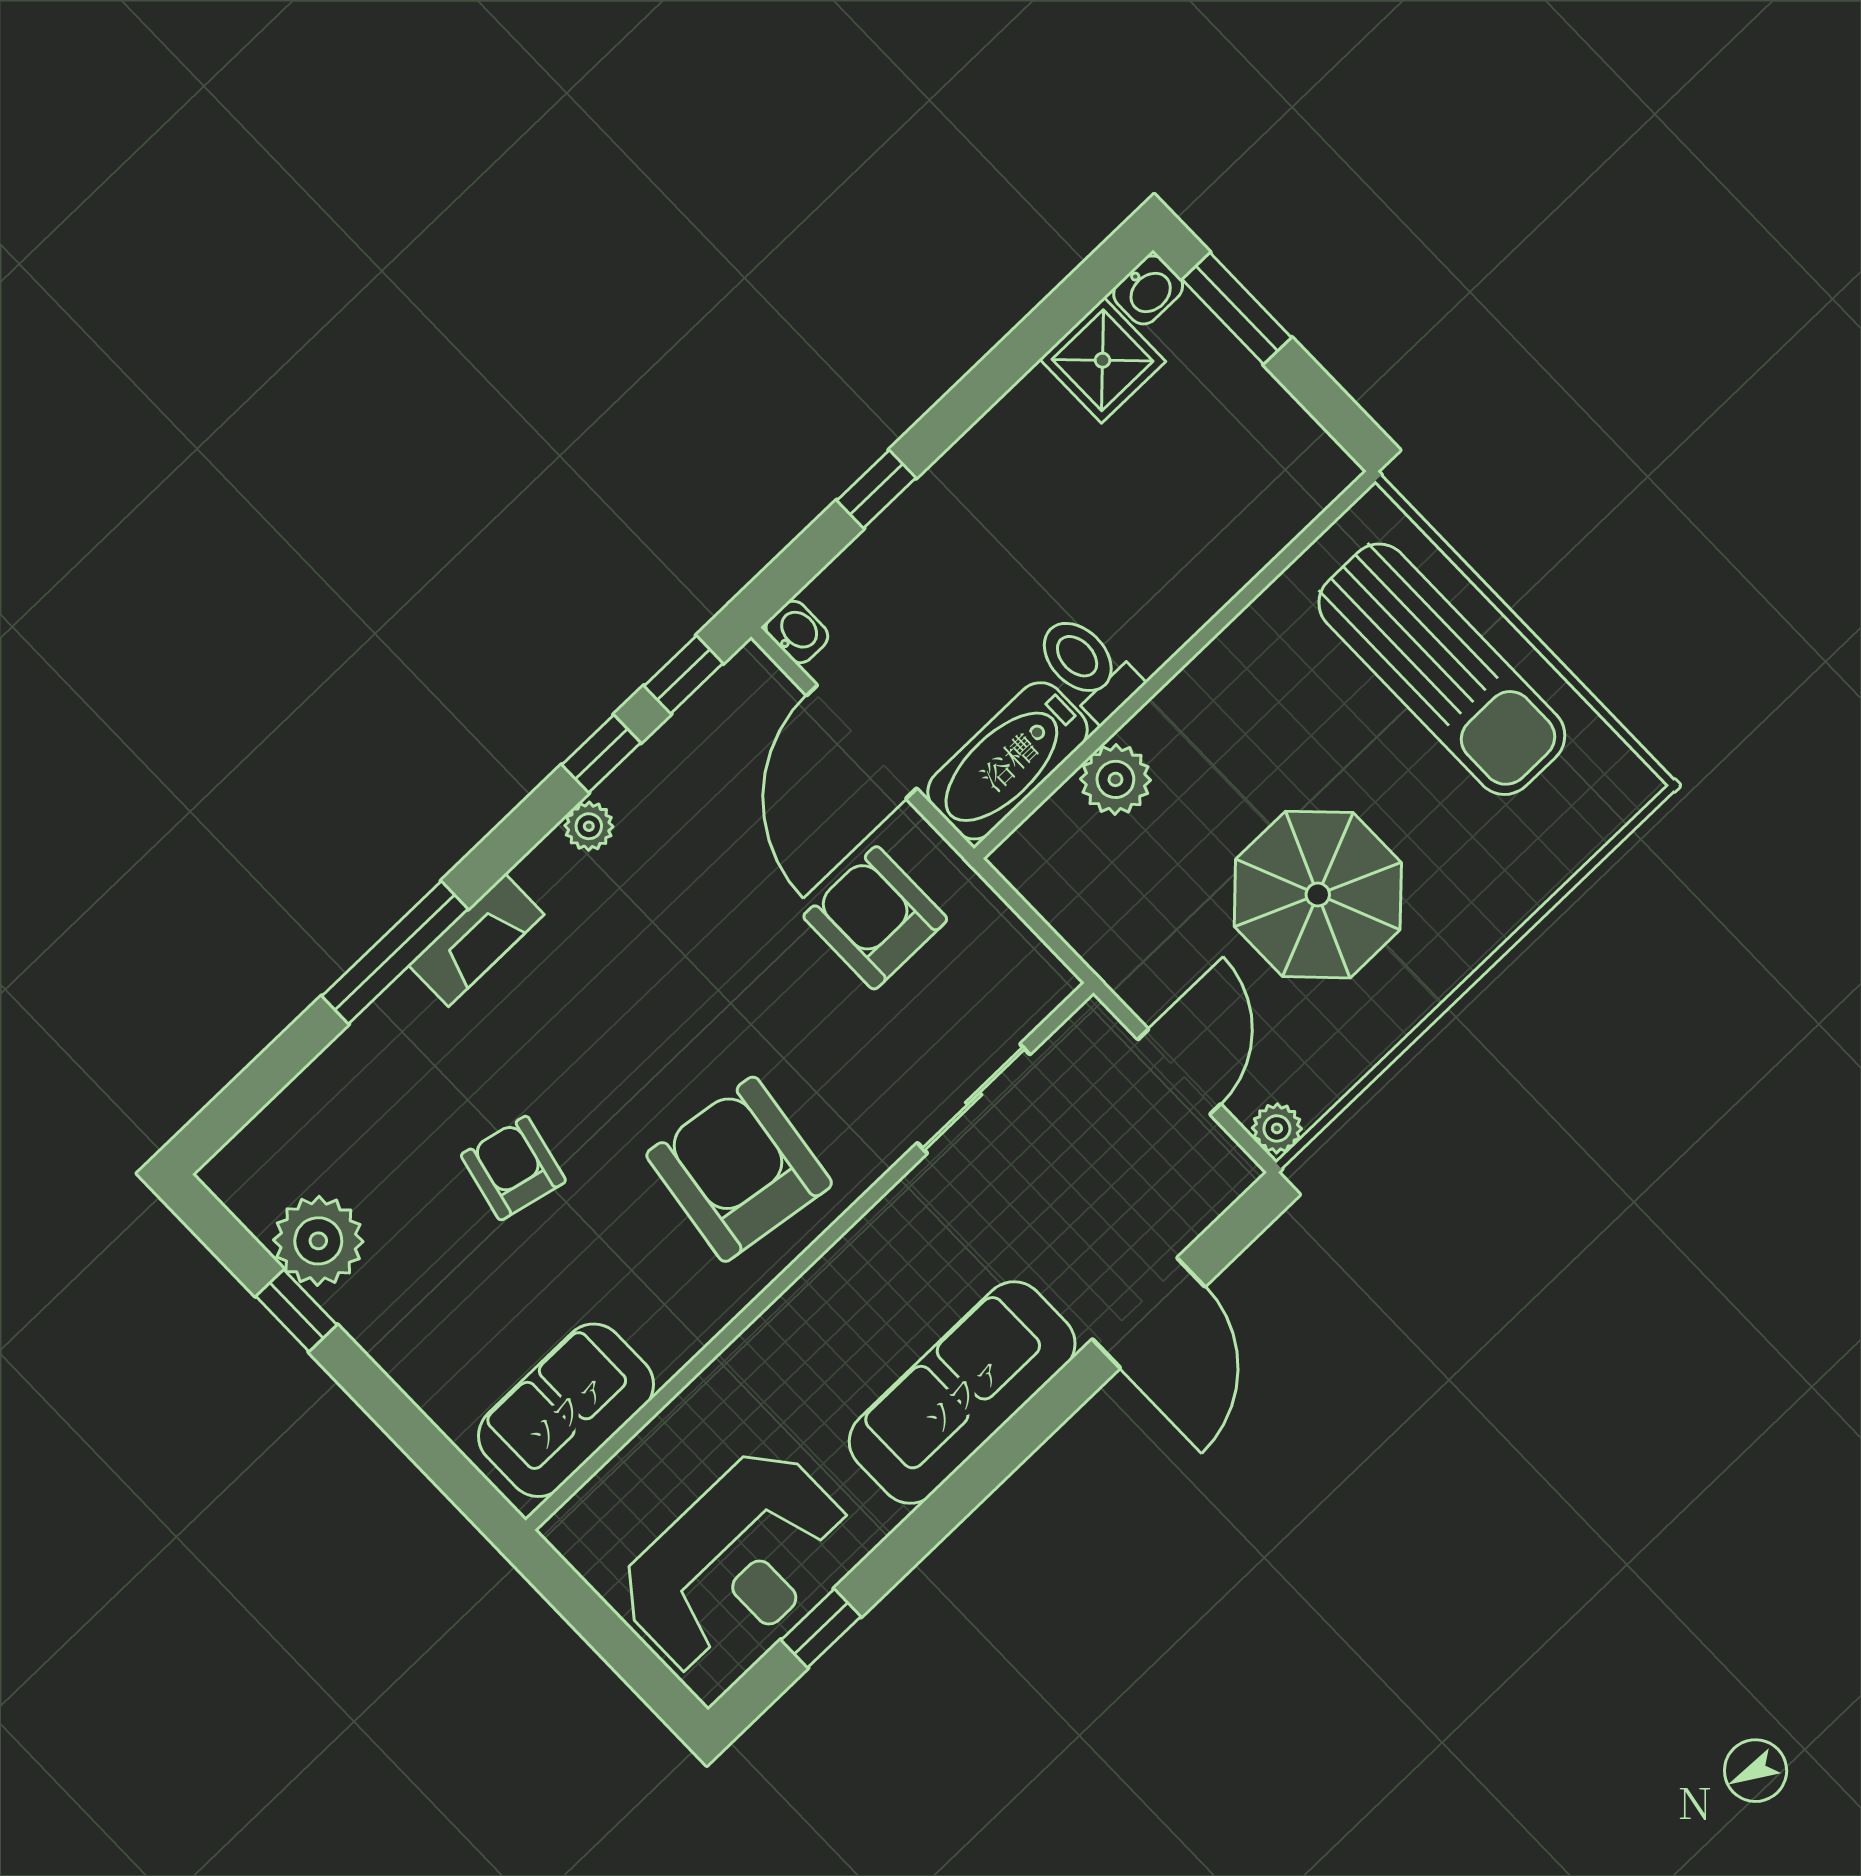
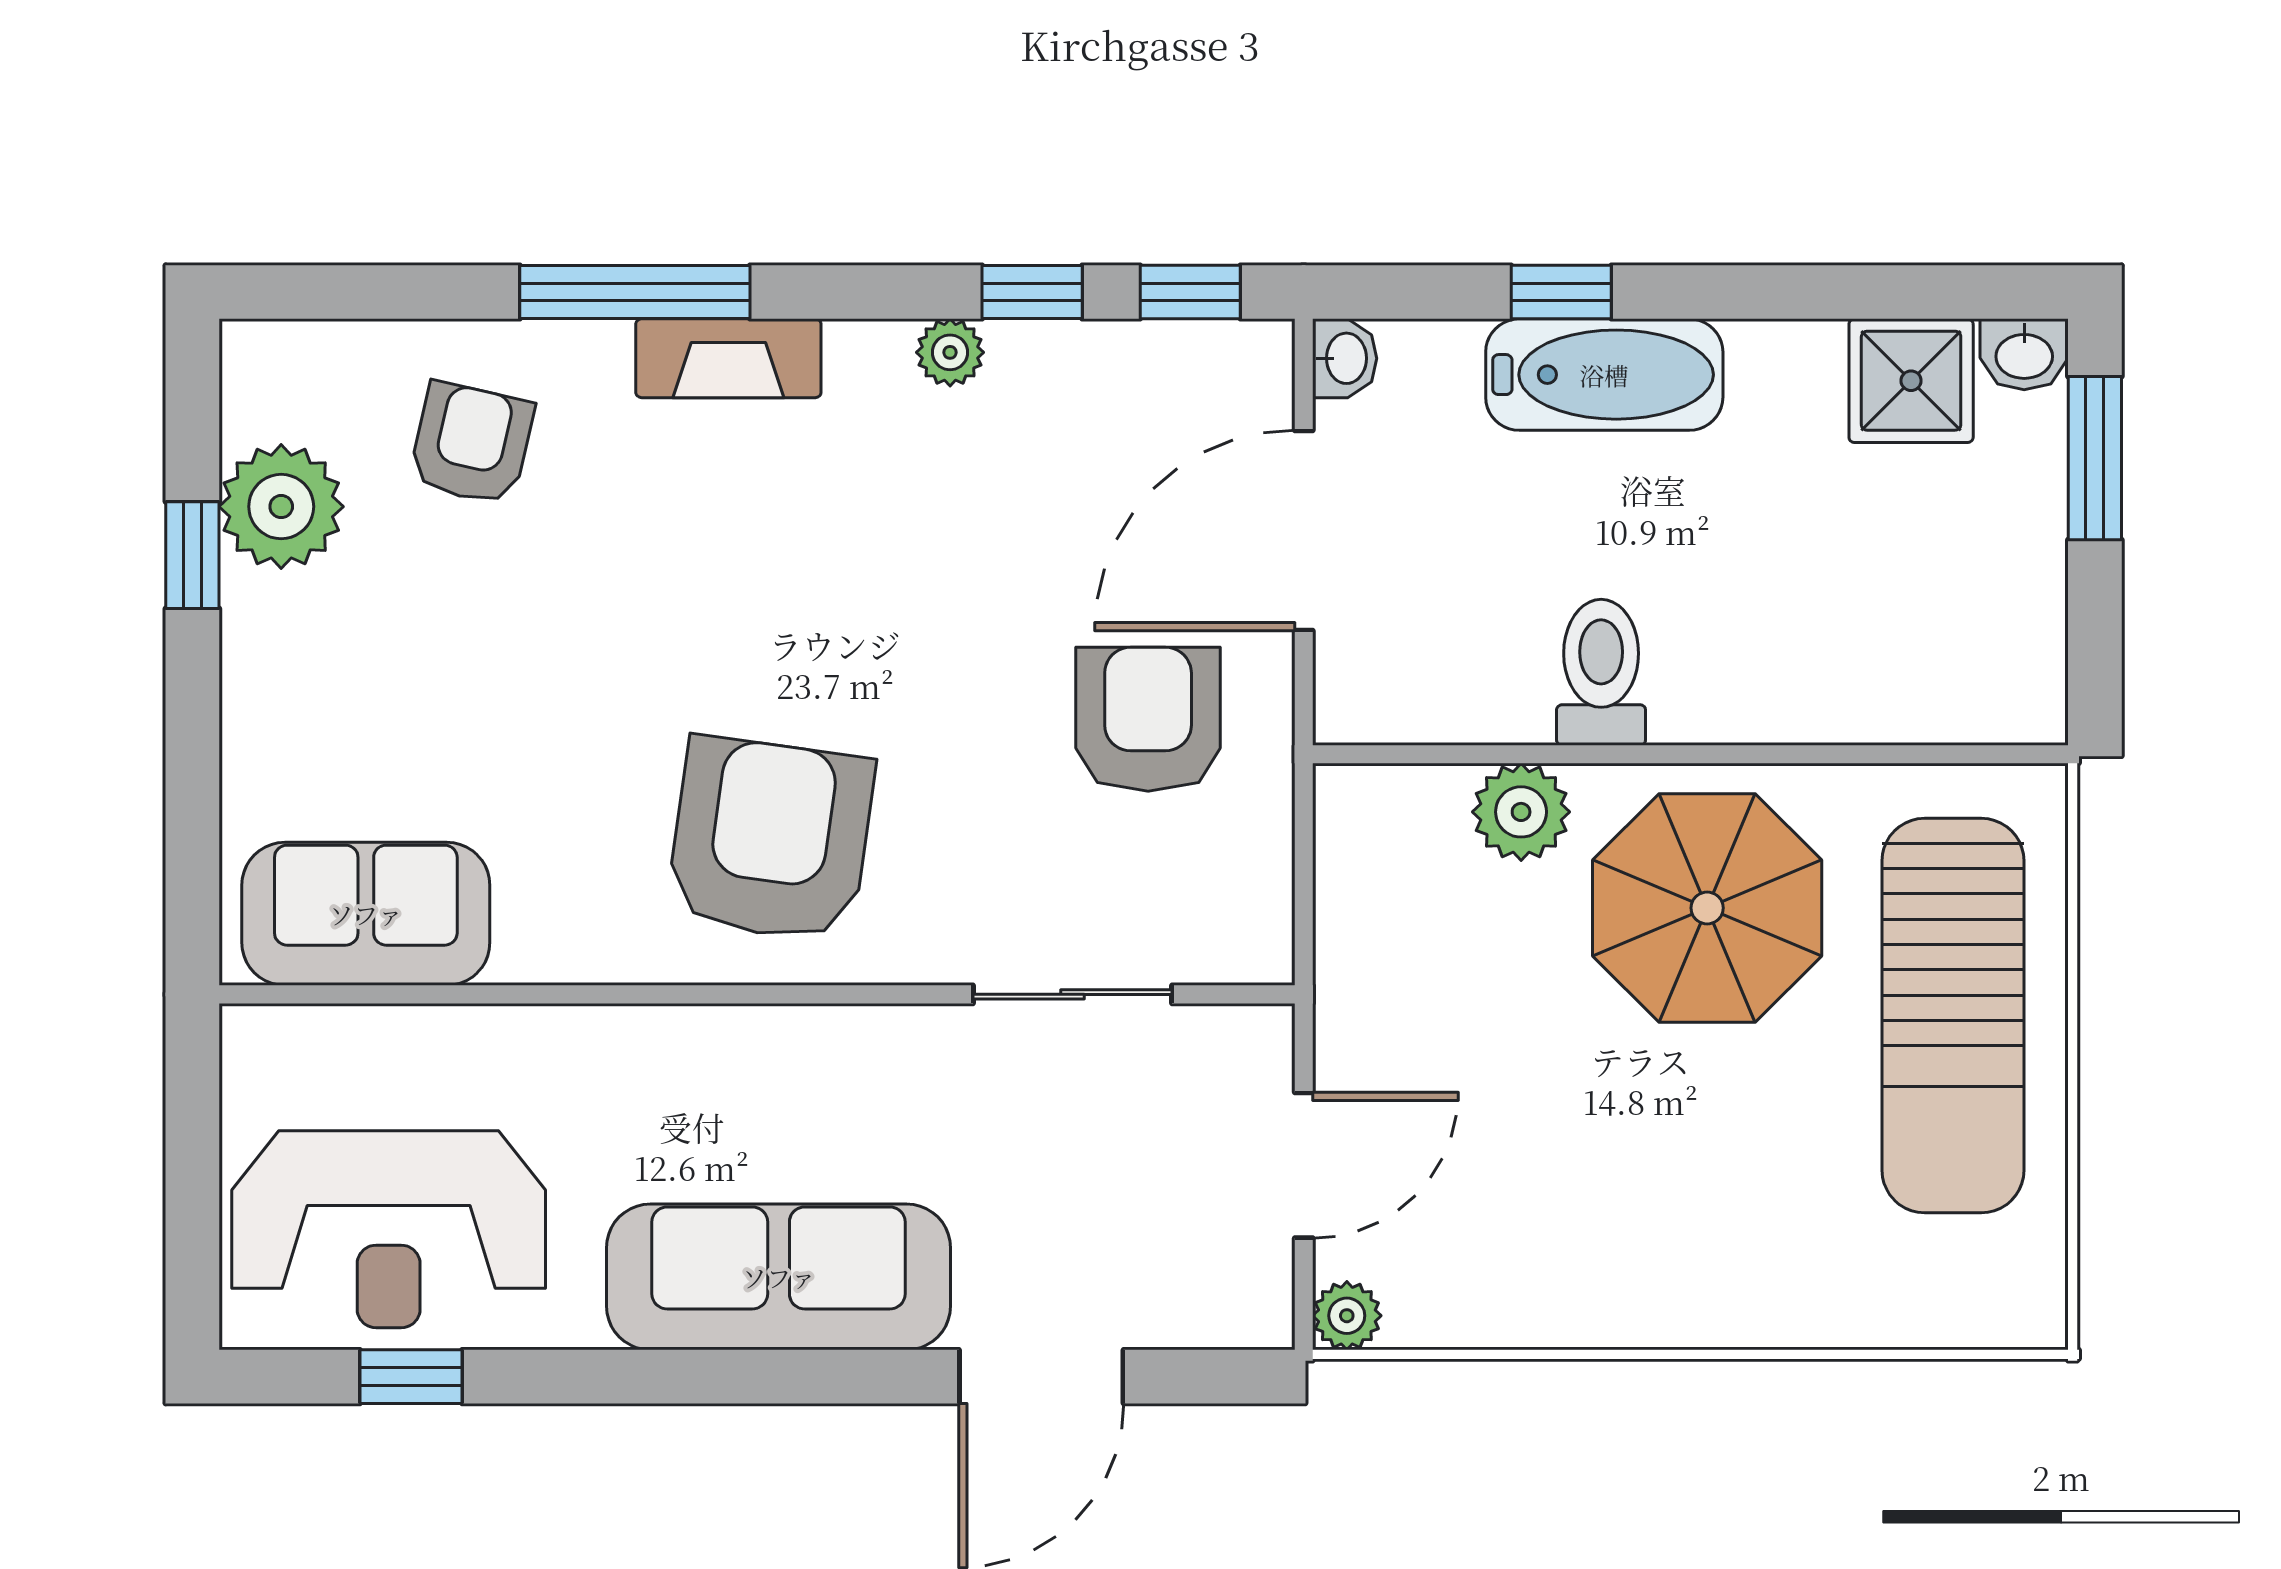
bathtub: (1008, 761) -> (1604, 375), moved, turned 180
parasol: (1318, 895) -> (1707, 908), moved
armchair: (513, 1168) -> (471, 444), moved

